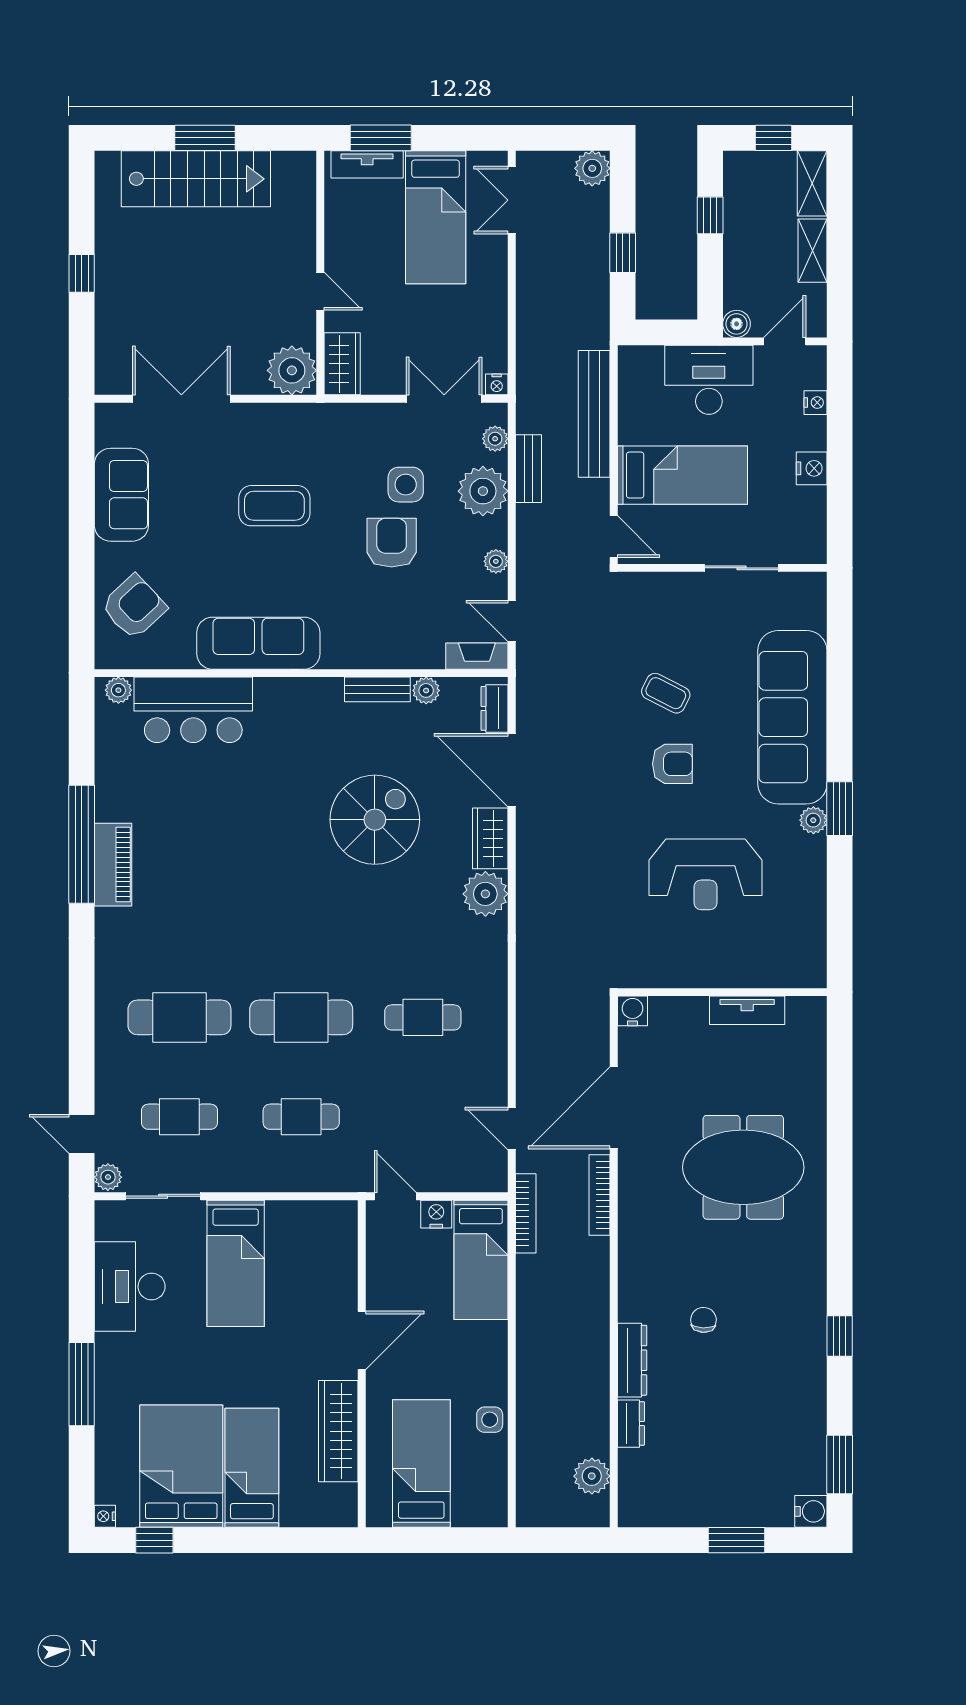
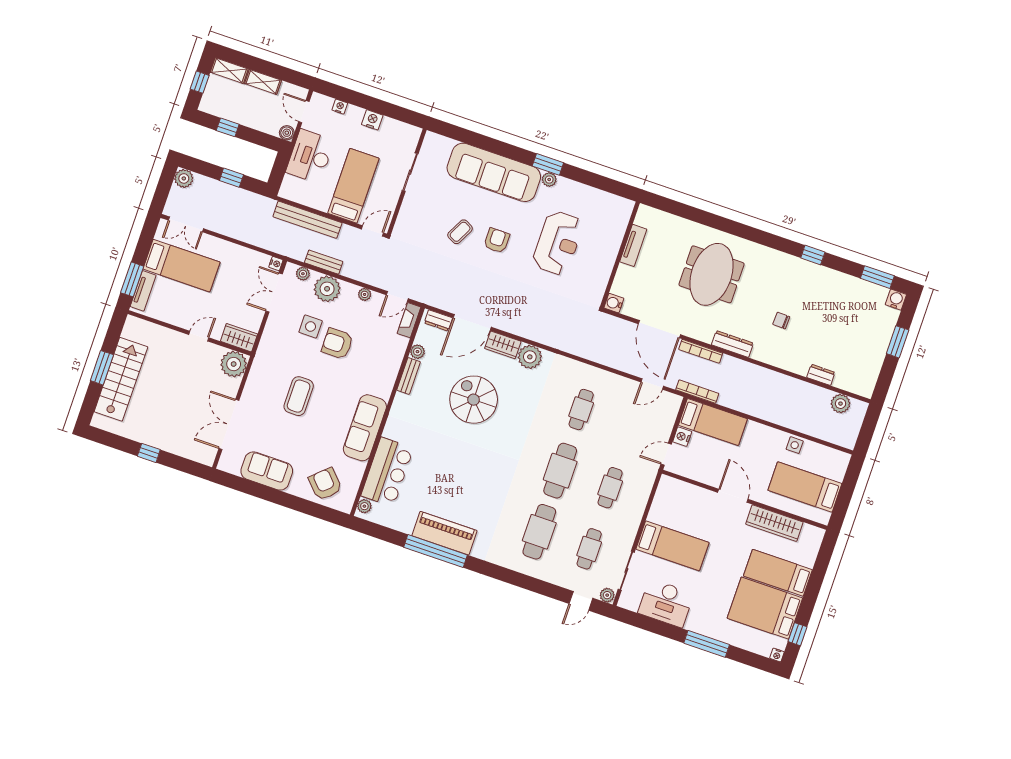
piano: (113, 865) -> (444, 533), width x1.37, depth x1.33
dresser: (632, 1360) -> (732, 344), moved

